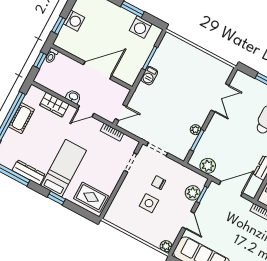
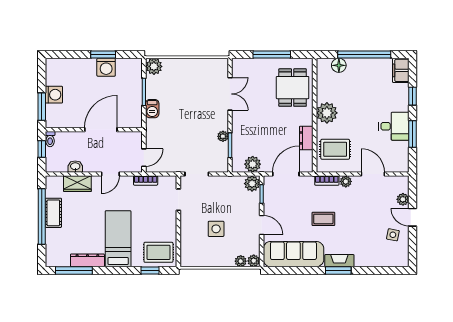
window: (59, 25) -> (42, 107), width x1.50
washing machine: (141, 27) -> (106, 67), moved
plant: (169, 41) -> (154, 66), added
washbasin: (73, 97) -> (75, 167), moved
chair: (159, 183) -> (215, 205), removed
plant: (193, 193) -> (252, 184), moved
window: (56, 198) -> (150, 271), moved
plant: (155, 241) -> (241, 261), added
coffee table: (242, 242) -> (323, 219), added

